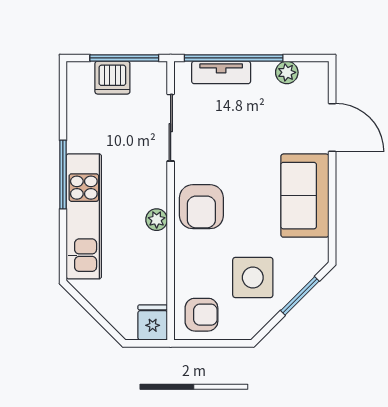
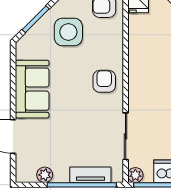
armchair: (201, 207) -> (104, 81), width x0.72, depth x0.72
plant: (157, 220) -> (135, 175), moved

